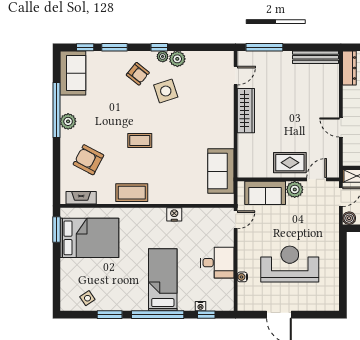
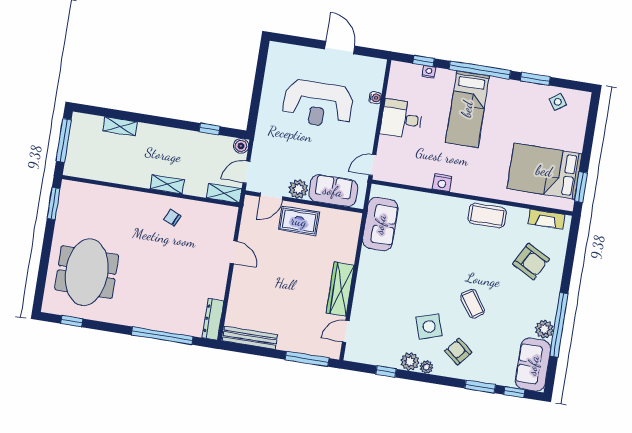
window: (159, 47) -> (386, 372), moved
plant: (68, 121) -> (544, 329), moved
coffee table: (140, 140) -> (473, 304), moved, turned 56

